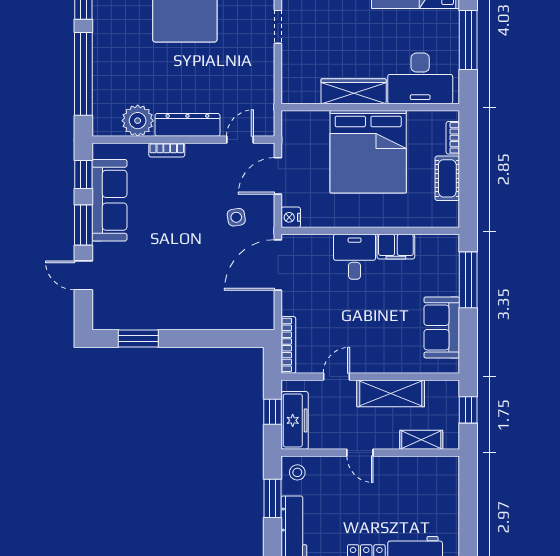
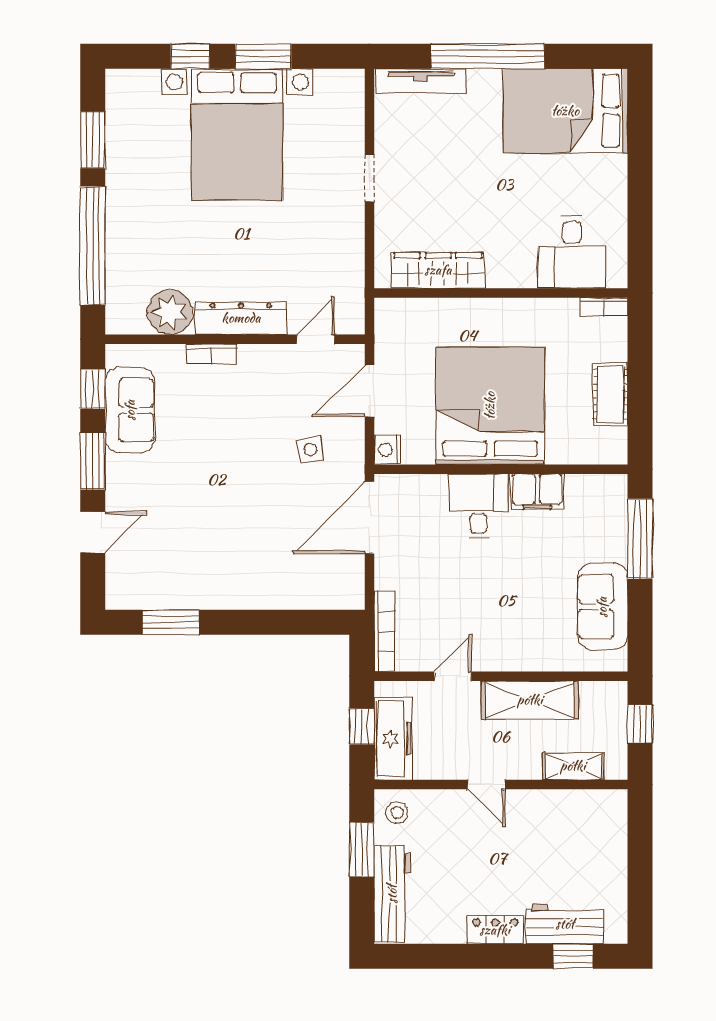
window: (468, 40) -> (640, 197), removed
desk: (420, 78) -> (572, 252), width x0.73
wardrobe: (354, 91) -> (438, 270), moved
bookcase: (453, 138) -> (604, 307), moved, turned -90
bed: (368, 152) -> (490, 406), moved, turned 180
sofa: (109, 200) -> (130, 410), width x0.73
door: (83, 275) -> (93, 532), swing flipped

